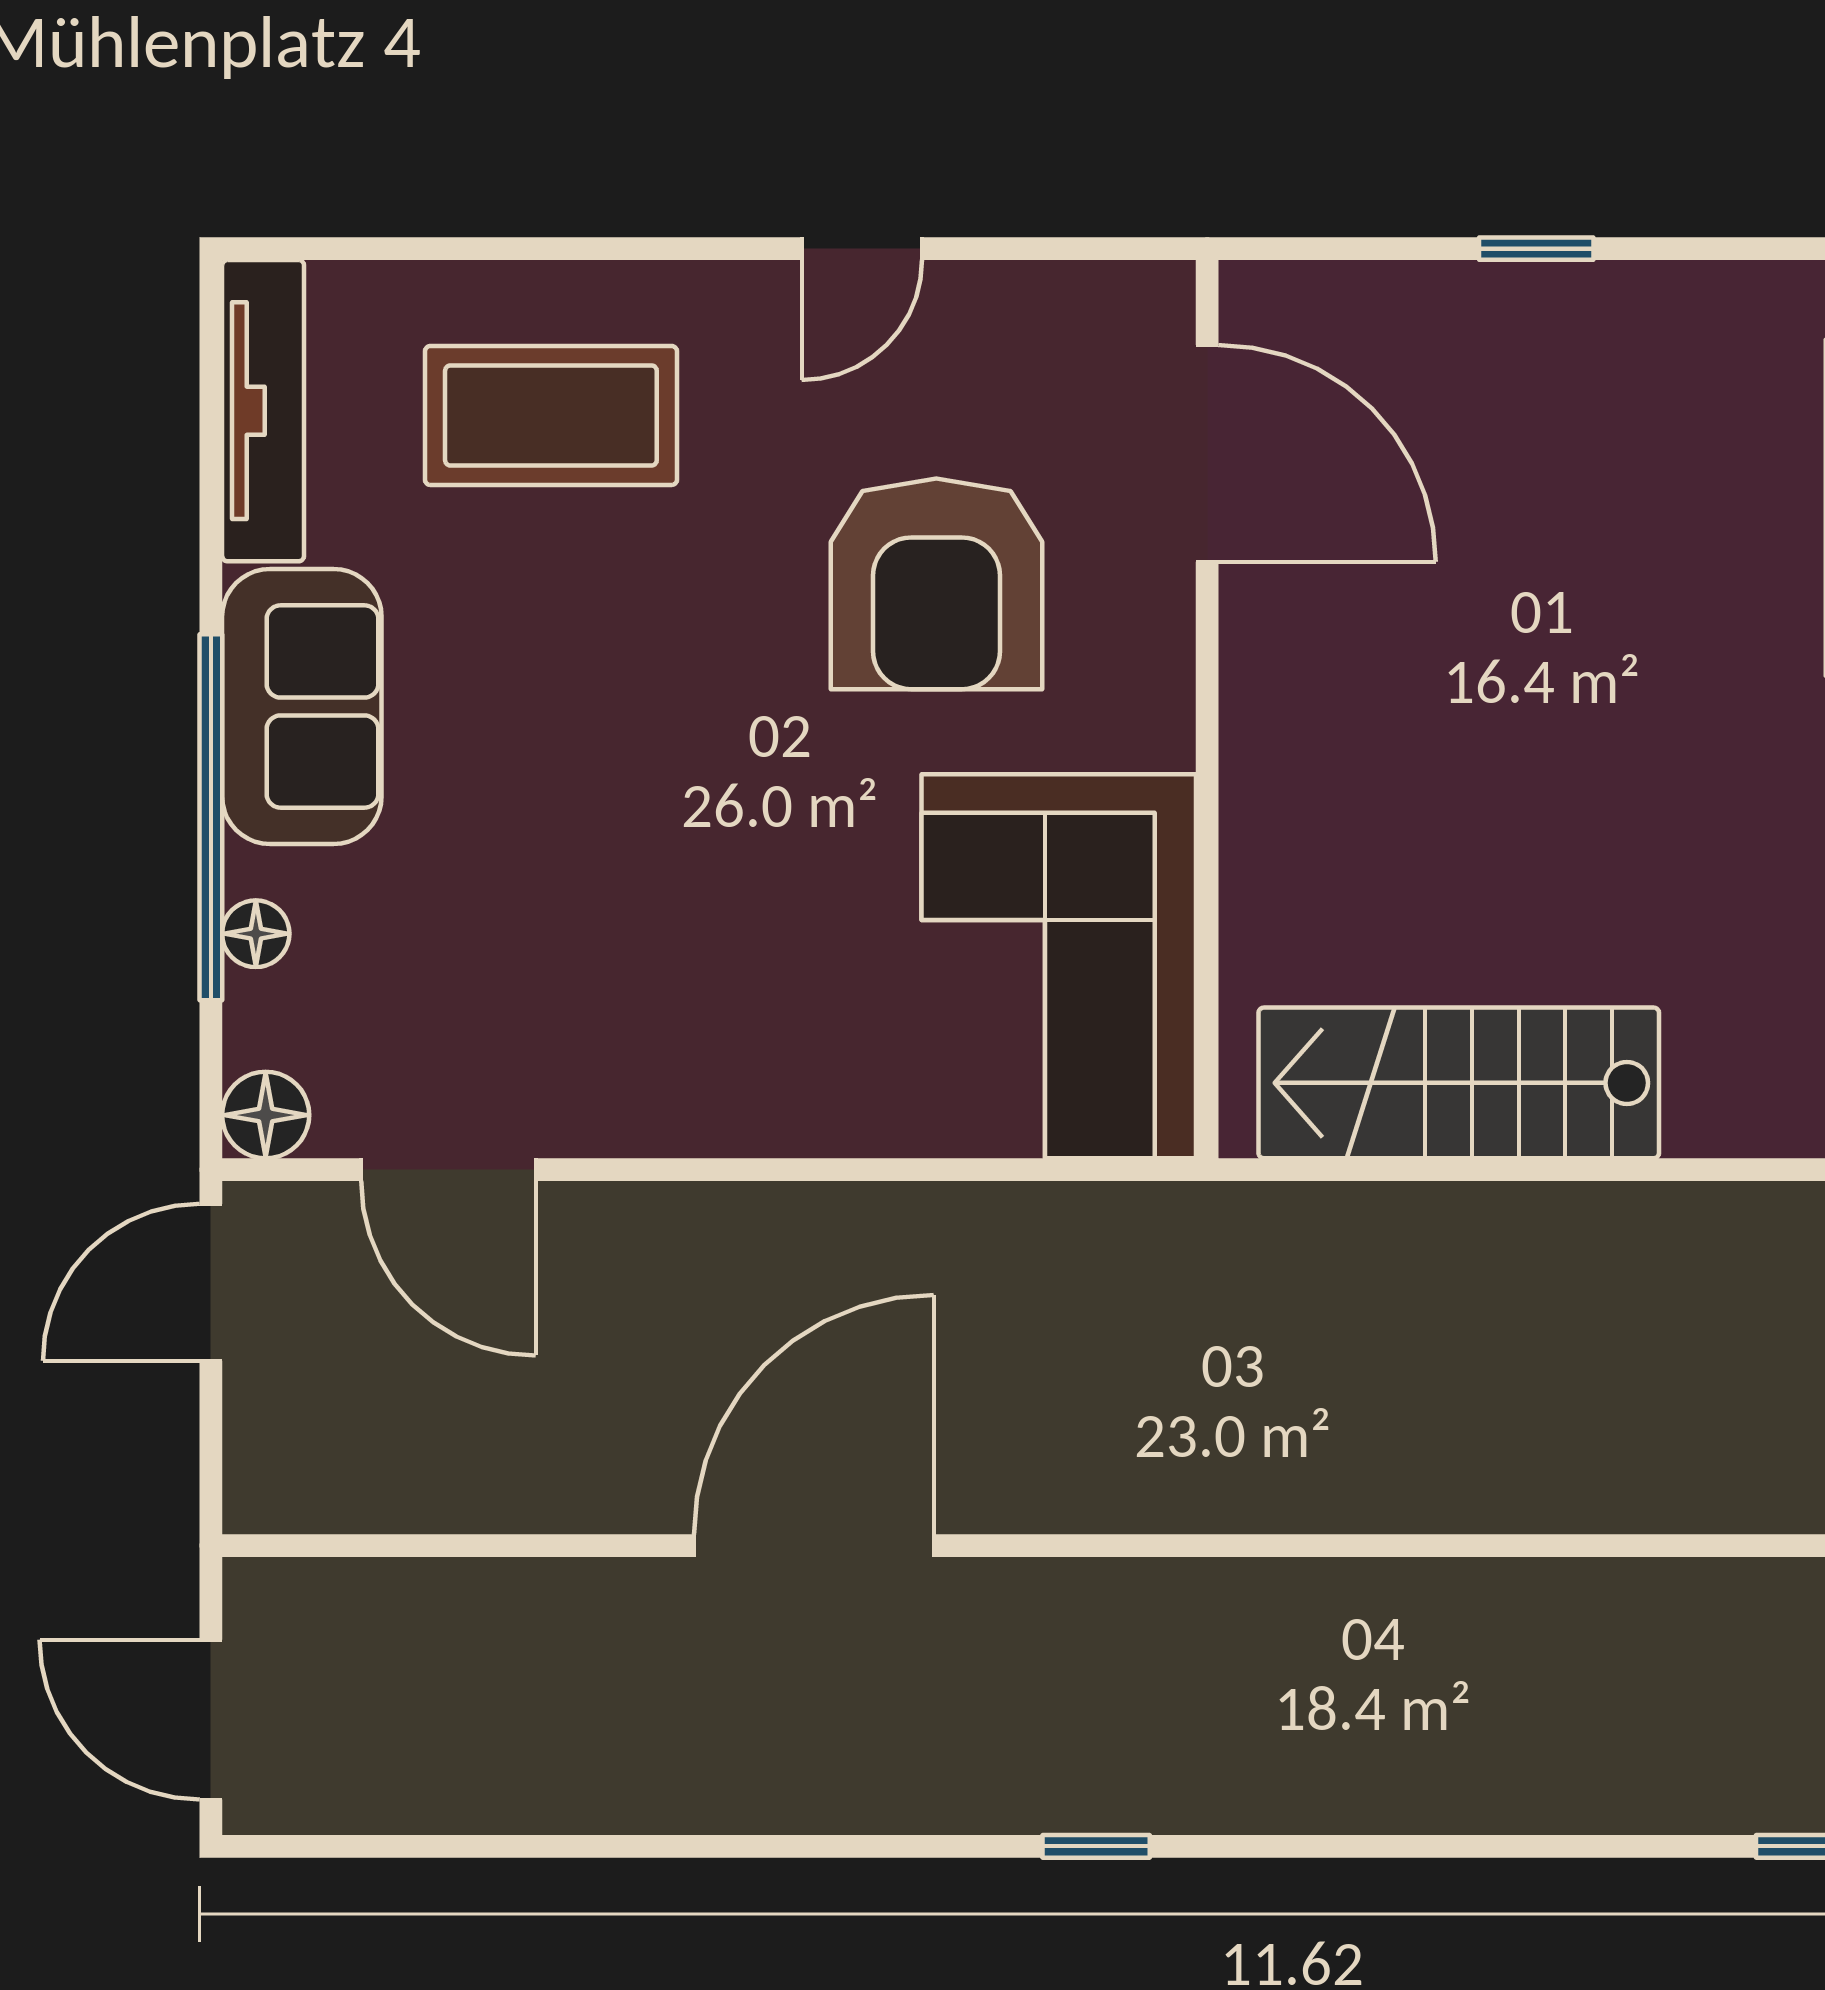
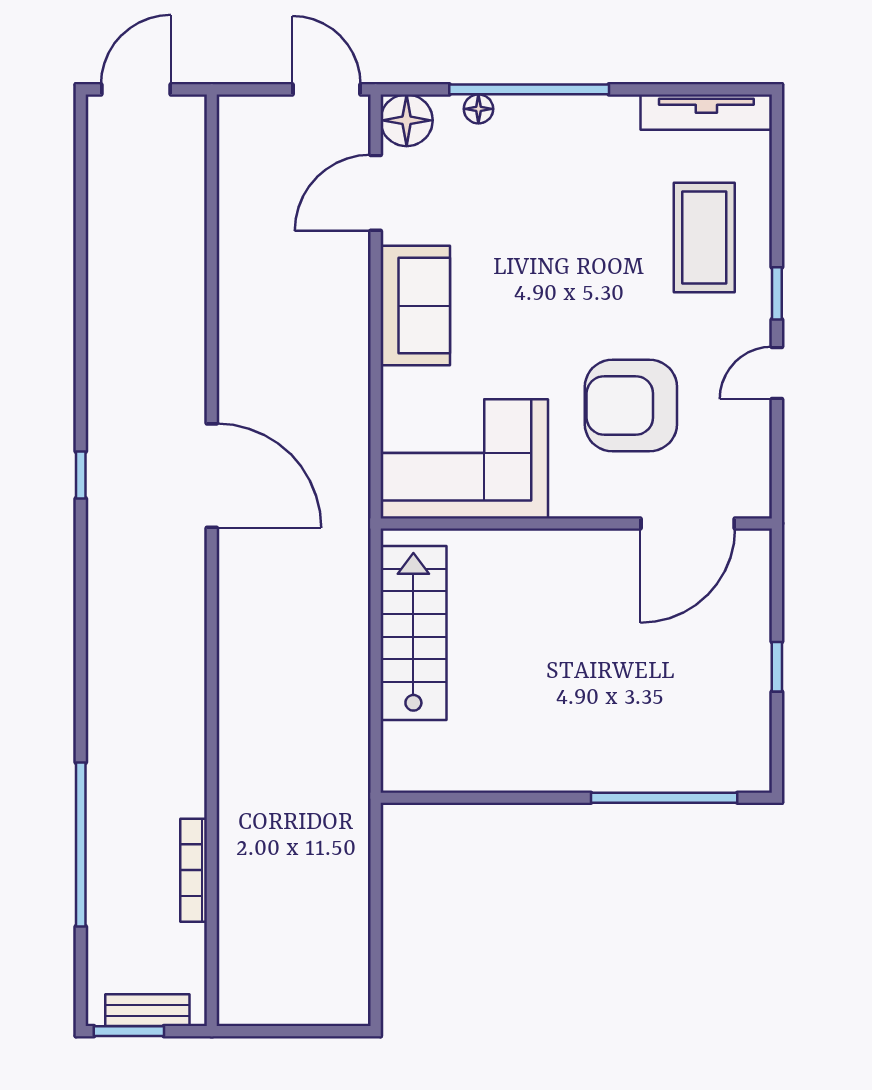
window: (679, 249) -> (777, 293), added
door: (862, 249) -> (777, 373), hinge flipped
sofa: (302, 706) -> (415, 306), moved, turned -90
floor lamp: (266, 1115) -> (407, 120), width x1.38, depth x1.38
door: (814, 1546) -> (212, 476), moved

